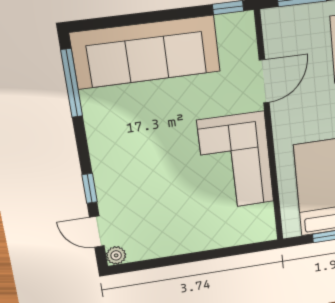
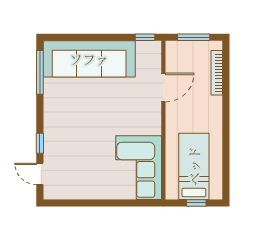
corner sofa: (236, 161) -> (139, 168), moved
plant: (116, 255) -> (50, 193), removed

